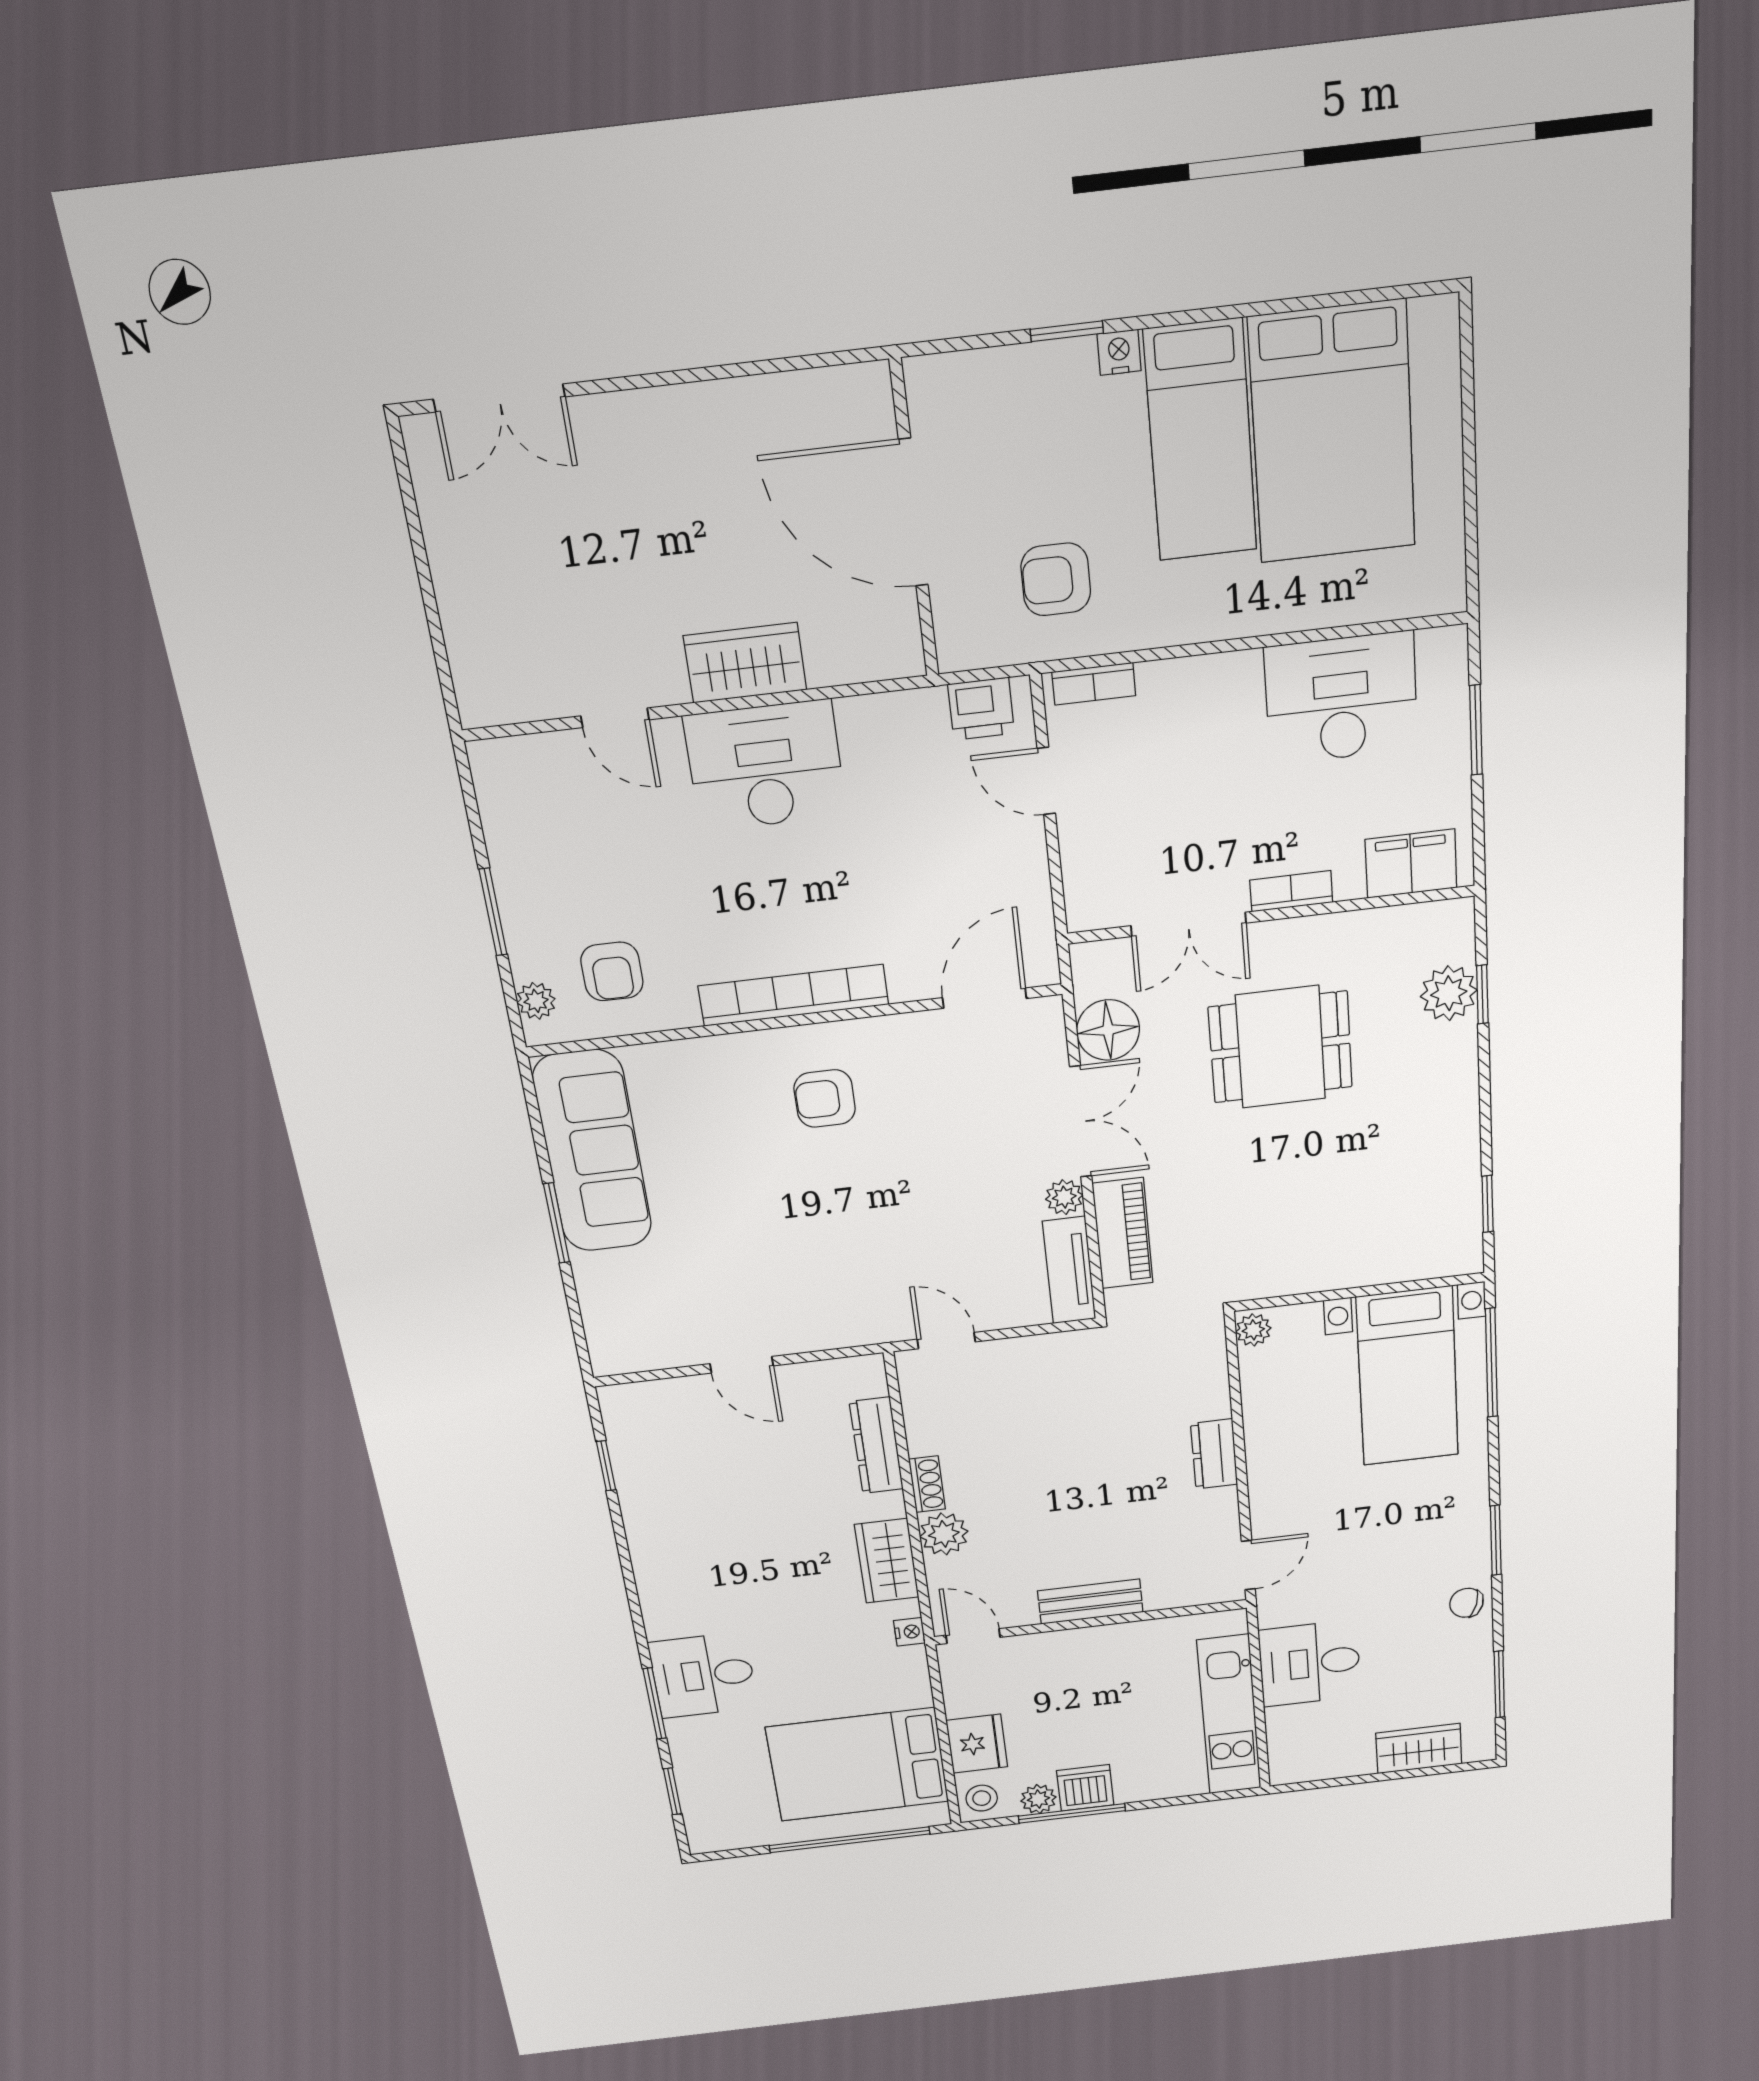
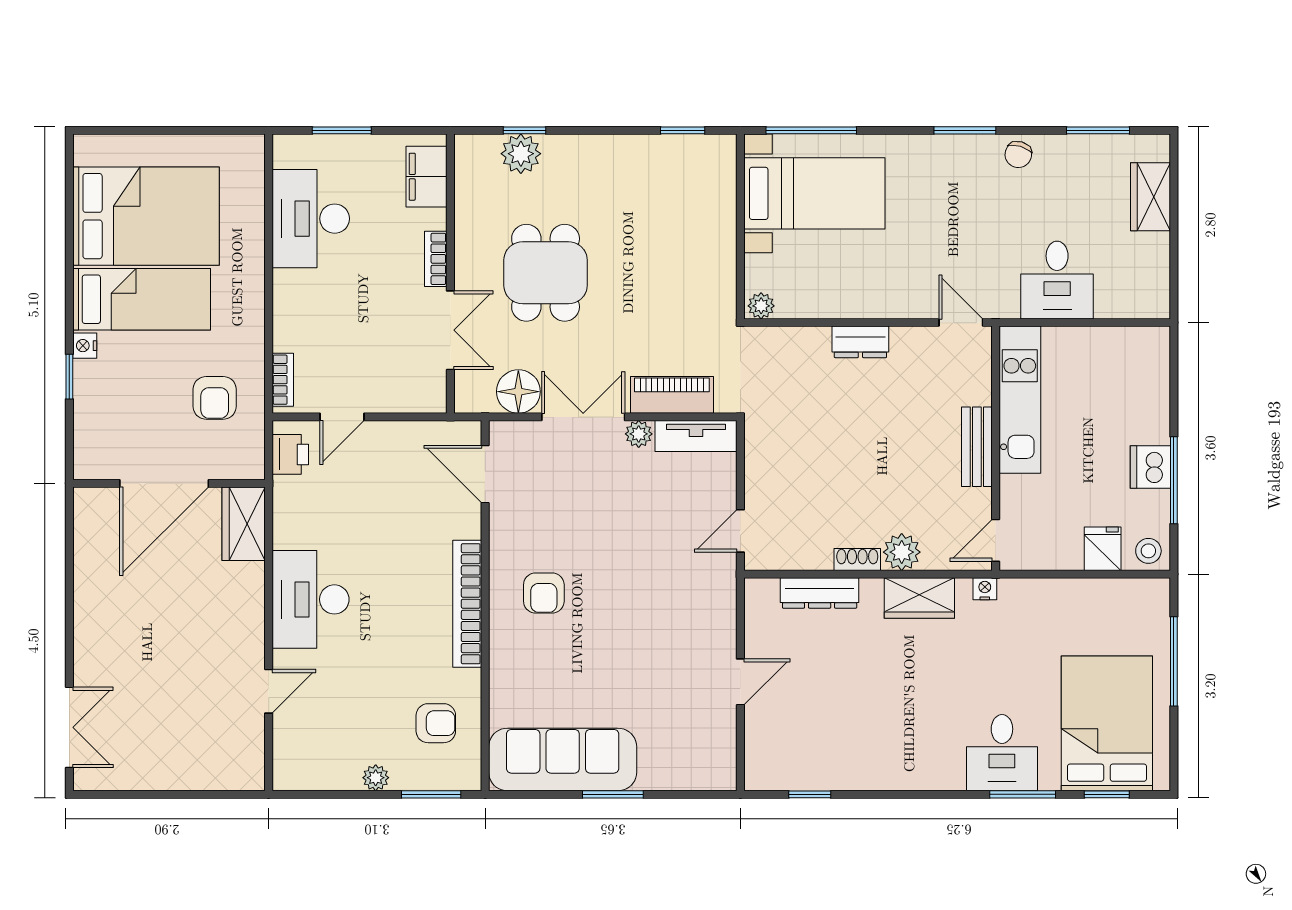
wardrobe: (745, 663) -> (244, 524), moved
window: (493, 912) -> (431, 794), moved
plant: (536, 1001) -> (376, 778), moved
kitchen unit: (1229, 1715) -> (1020, 400), moved, turned -90
fridge: (977, 1744) -> (1103, 549), width x0.72
bed: (858, 1765) -> (1107, 723), moved, turned 180
plant: (1038, 1799) -> (1156, 506), removed
window: (850, 1840) -> (1174, 661), width x0.68

